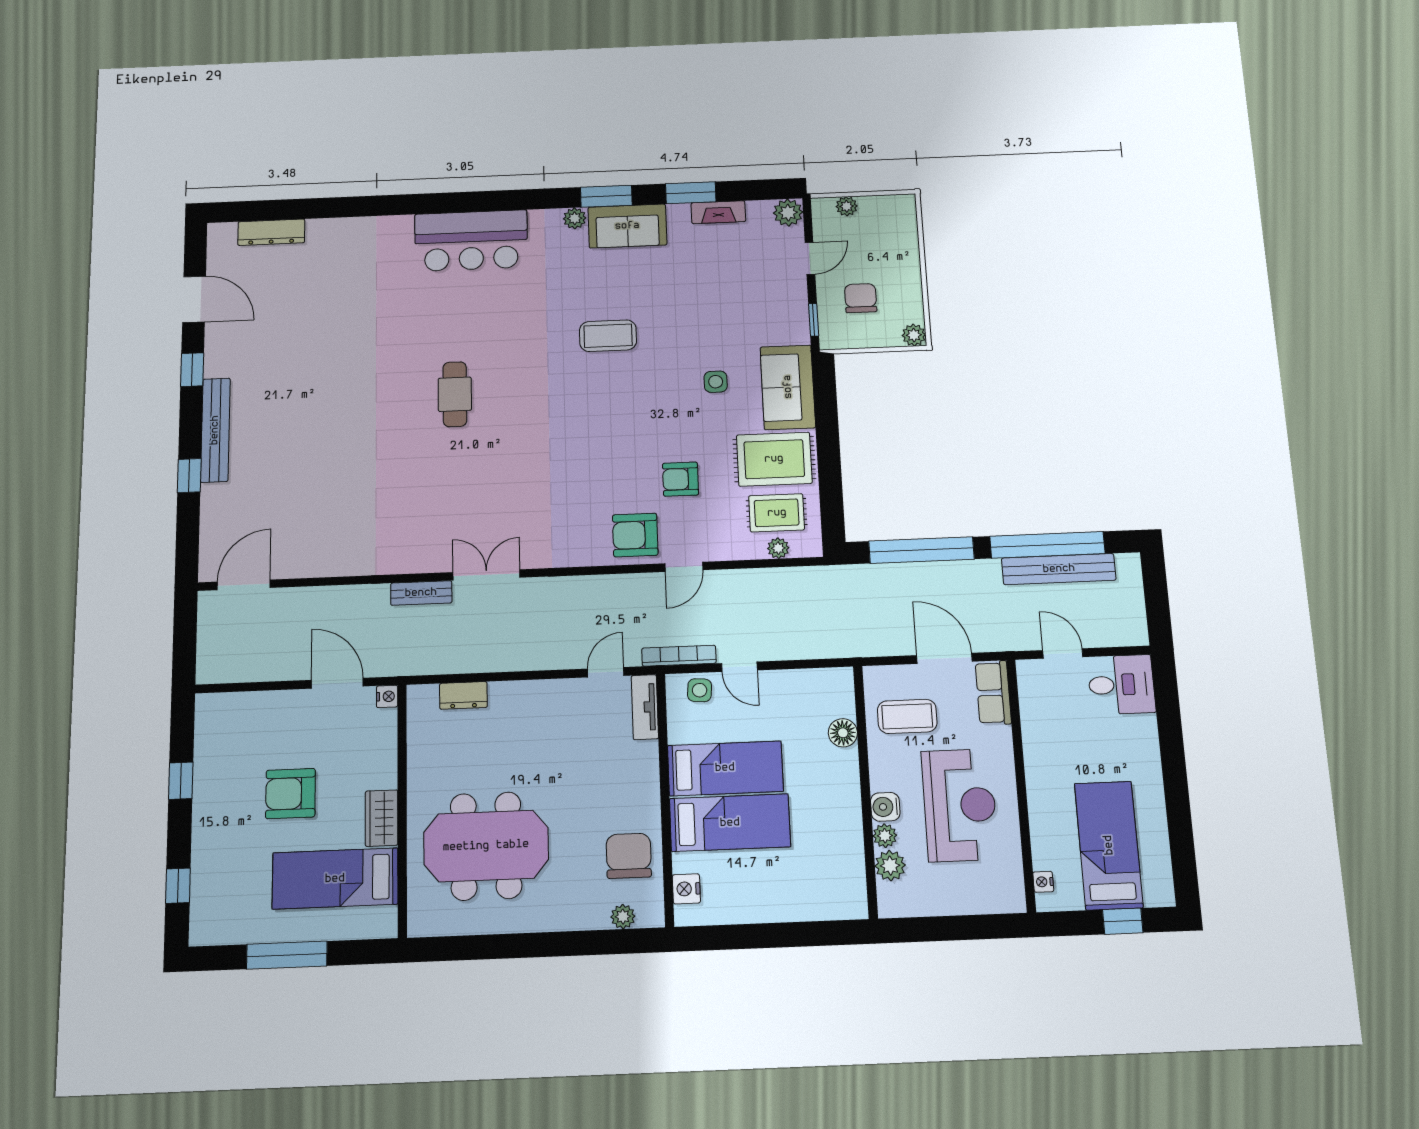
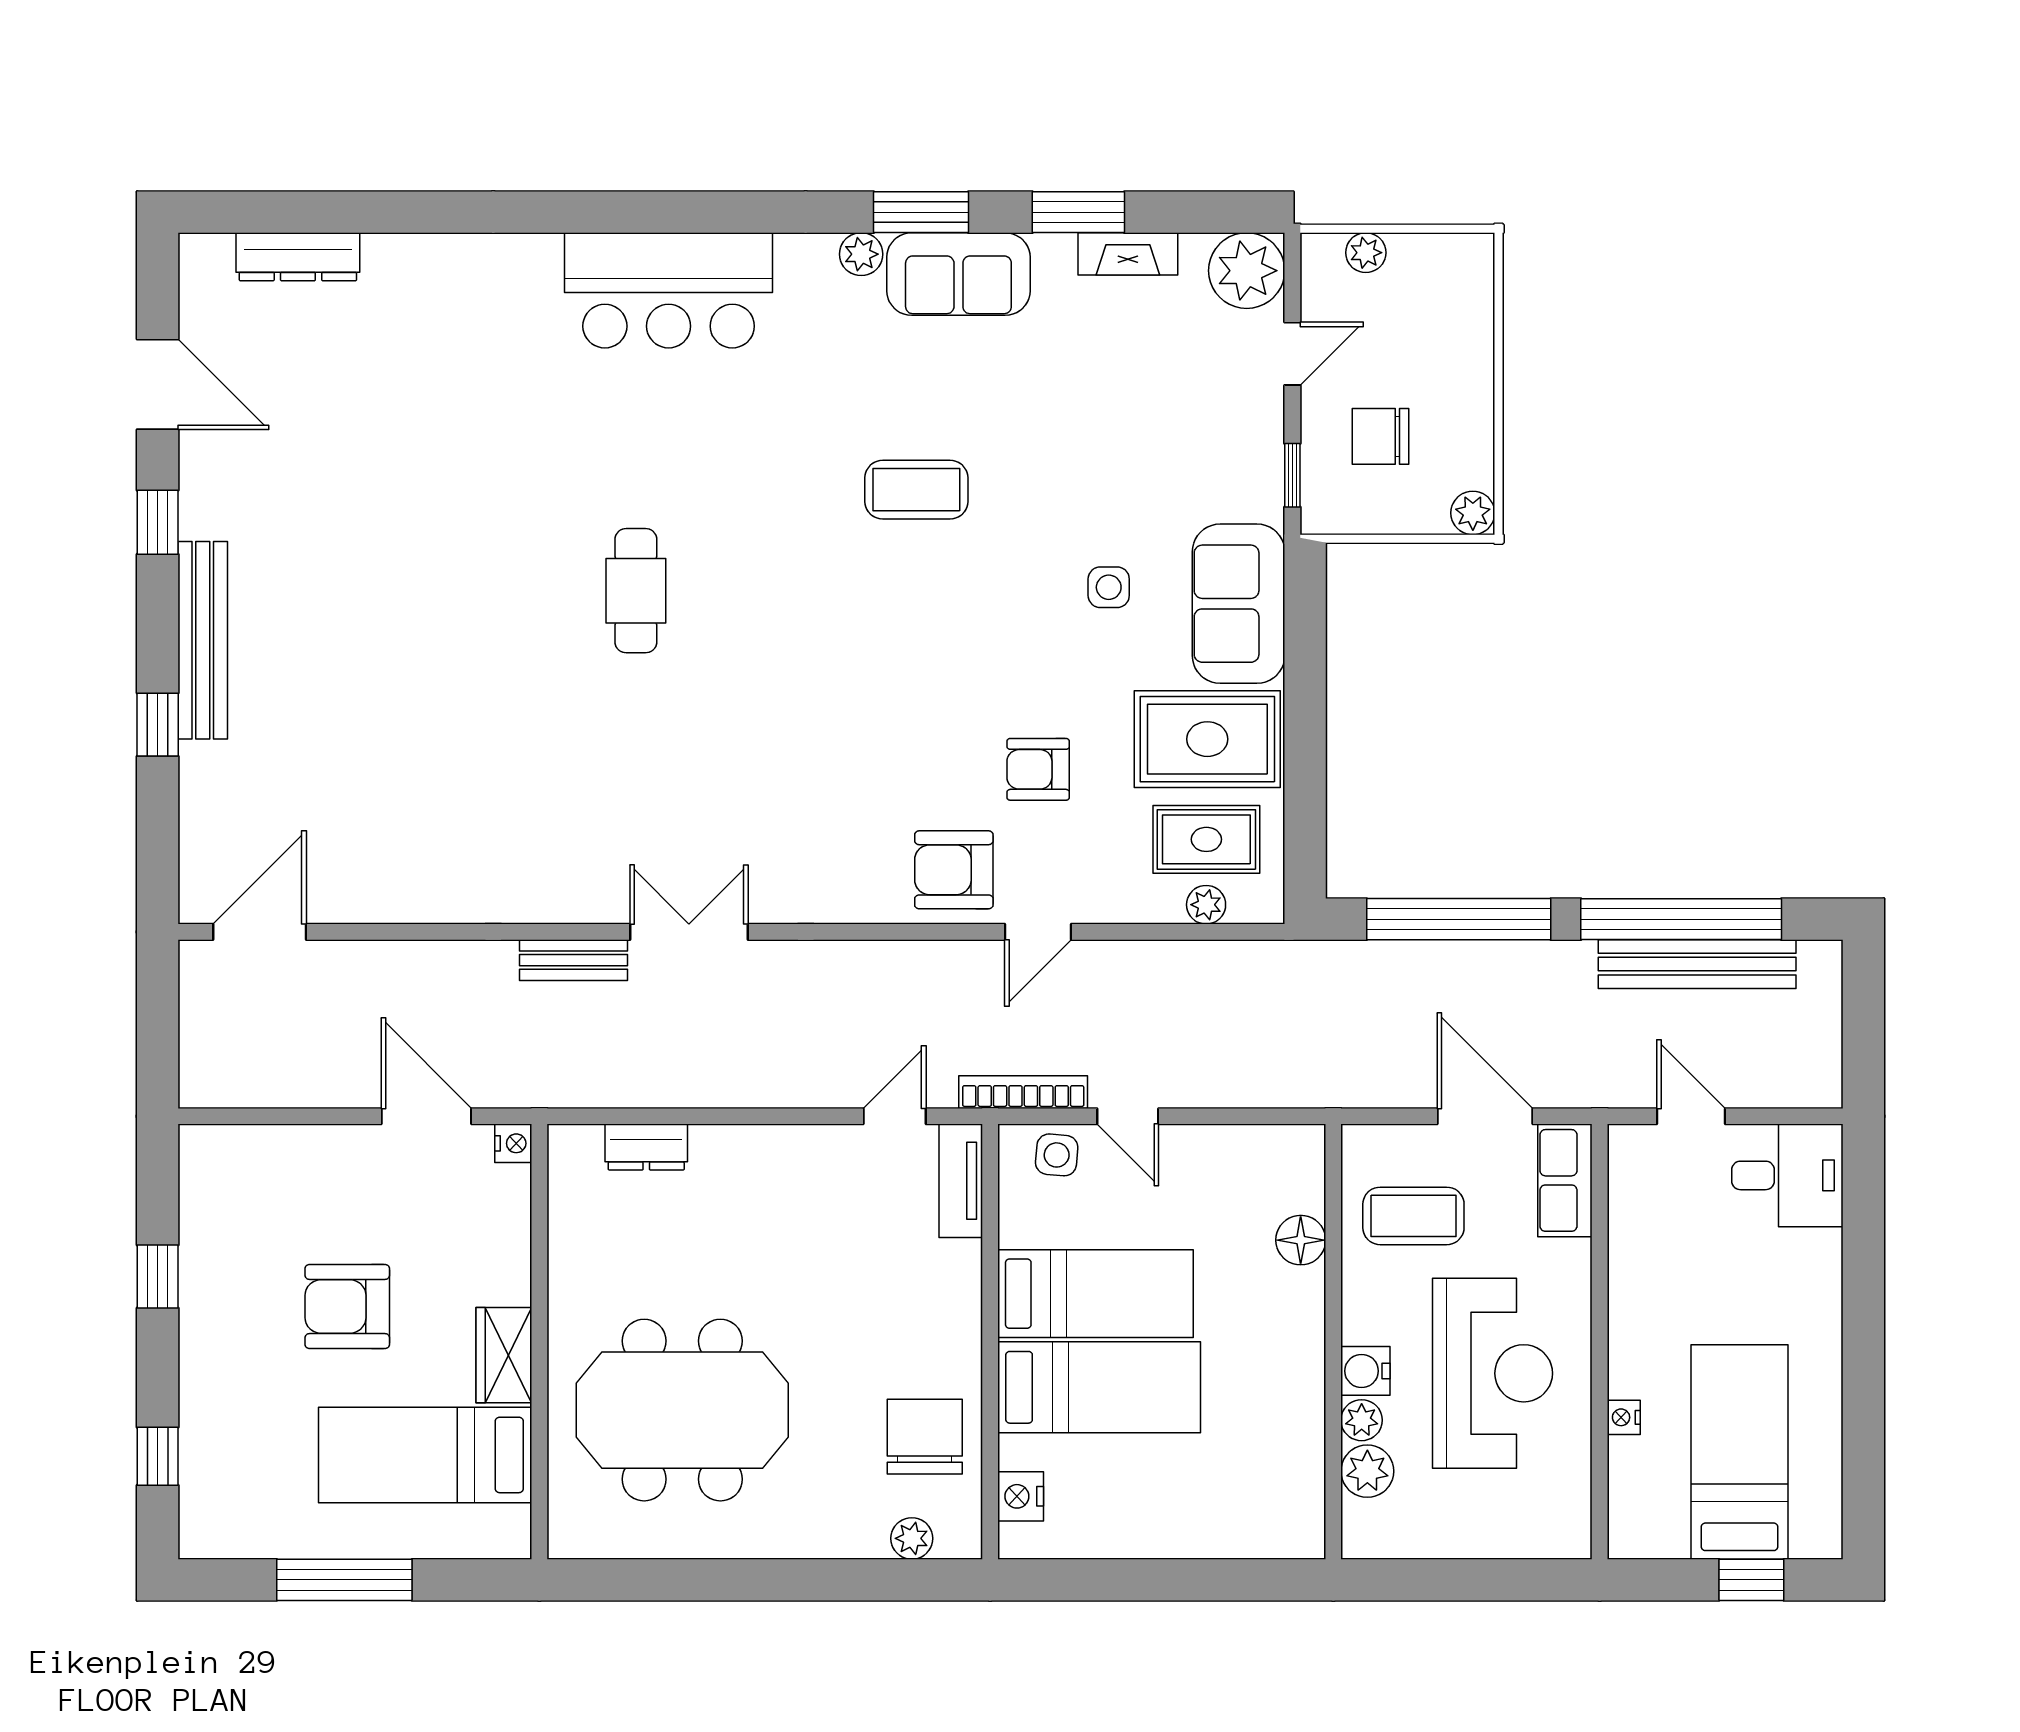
plant: (788, 213) -> (1247, 271), width x1.36, depth x1.36
chair: (861, 298) -> (1381, 436), turned -90
nightstand: (1043, 882) -> (1624, 1417), moved

